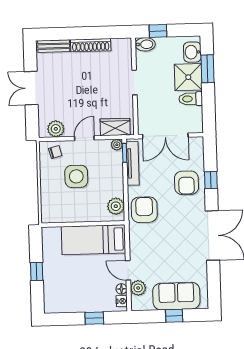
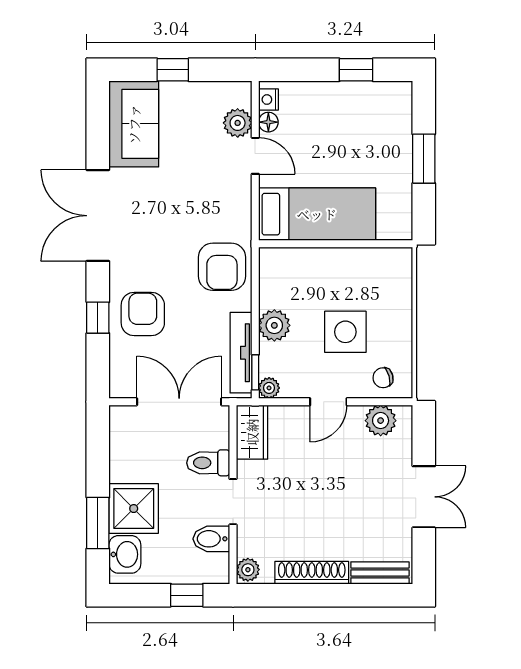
bidet: (145, 44) -> (211, 539), moved
plant: (125, 46) -> (248, 570), added
toilet: (191, 99) -> (208, 463), moved, turned 180
wardrobe: (115, 127) -> (252, 432), moved, turned -90
plant: (116, 206) -> (274, 325), moved
window: (37, 272) -> (424, 159), width x1.50
sofa: (176, 296) -> (134, 124), moved, turned -90
window: (94, 318) -> (356, 70), moved

